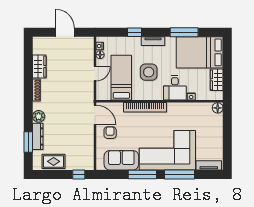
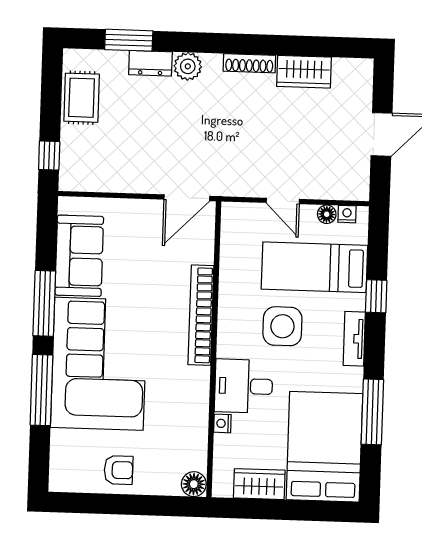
bed: (121, 78) -> (314, 267), moved, turned 180
armchair: (110, 133) -> (119, 470), moved
dresser: (38, 136) -> (150, 63), width x0.70
tv unit: (209, 165) -> (61, 459), removed

